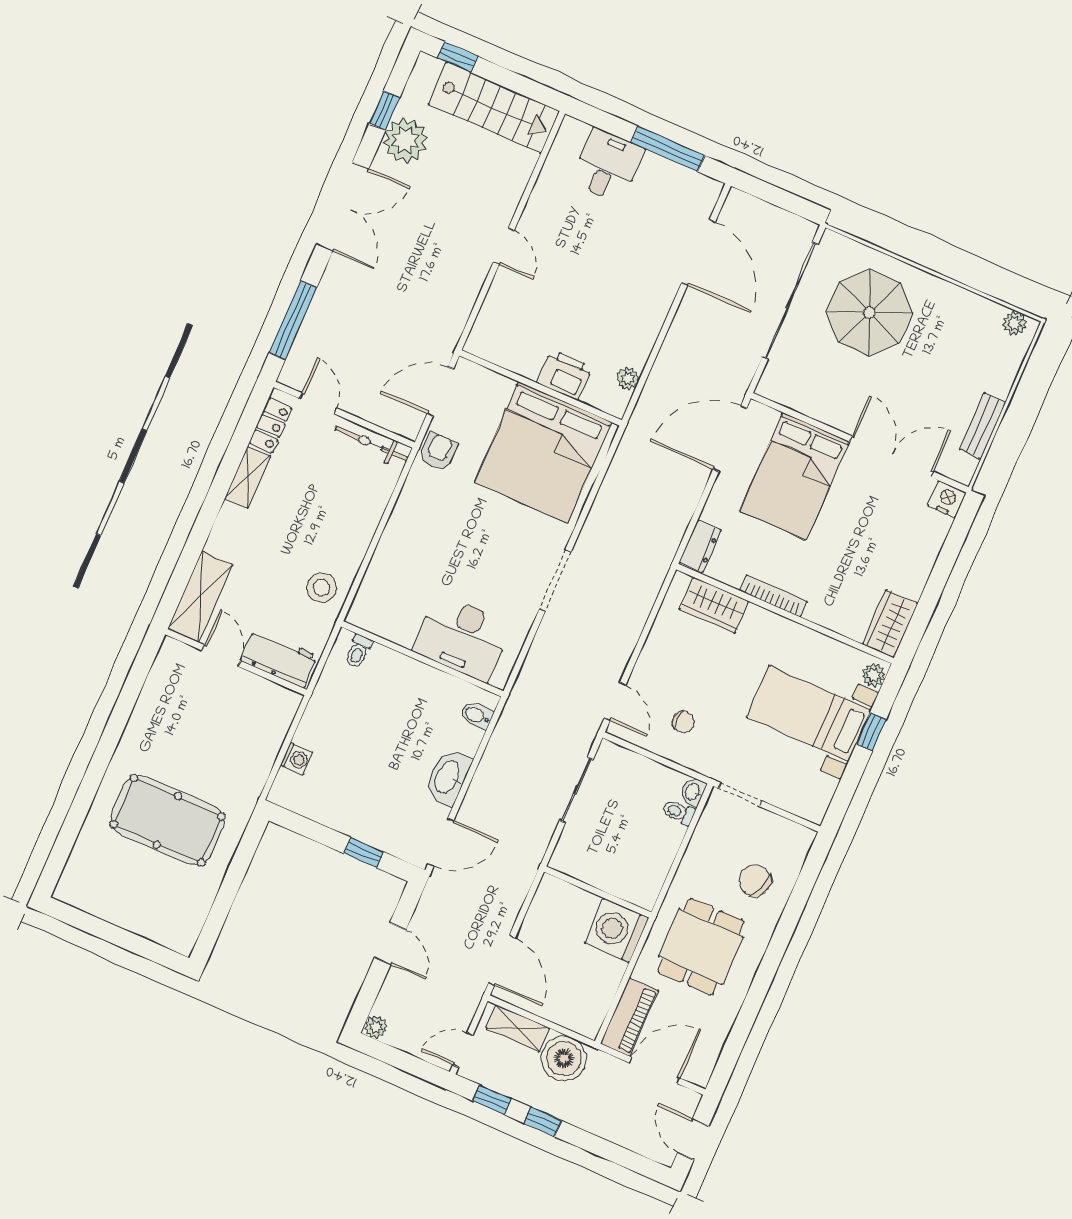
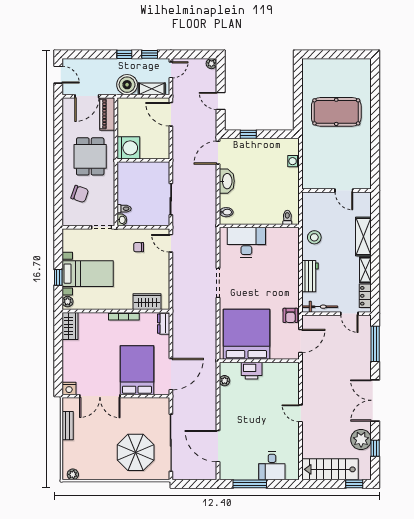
shelving: (200, 597) -> (363, 236), moved
workbench: (279, 658) -> (310, 276), moved, turned -90

